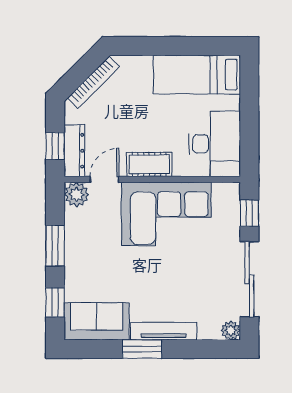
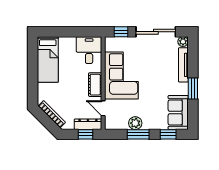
desk: (215, 144) -> (89, 50), width x0.73
plant: (76, 194) -> (135, 123), moved
tv unit: (164, 331) -> (183, 65), moved

